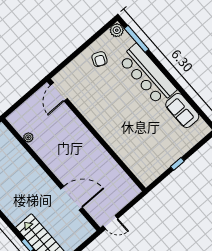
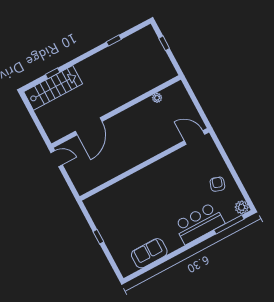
armchair: (99, 59) -> (217, 184), turned 84
bar counter: (147, 75) -> (199, 223), width x0.73
door: (110, 222) -> (57, 159), swing flipped

